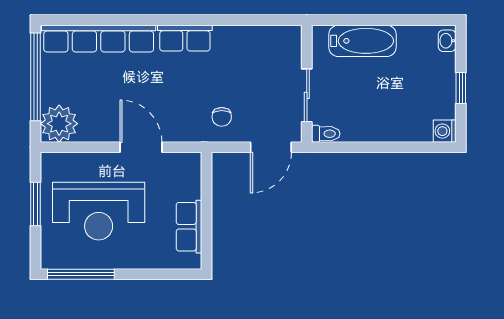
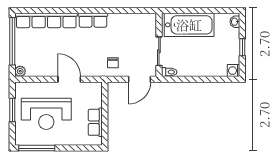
bathtub: (362, 41) -> (189, 25), width x1.36, depth x1.36
plant: (59, 124) -> (20, 71), width x0.53, depth x0.53

